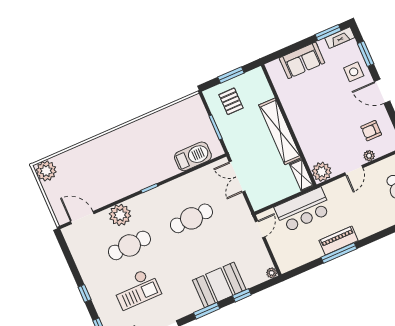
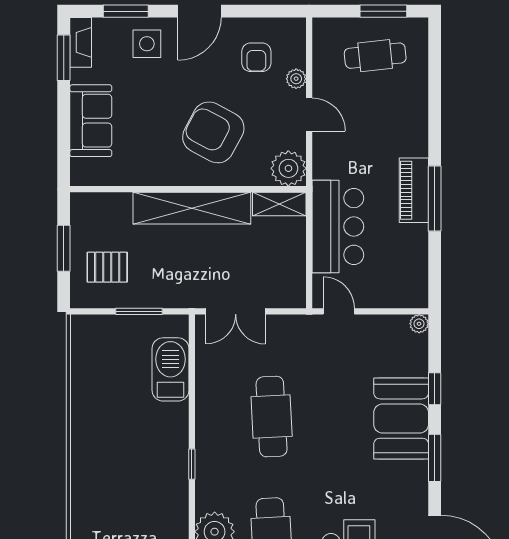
armchair: (323, 125) -> (213, 132), added

